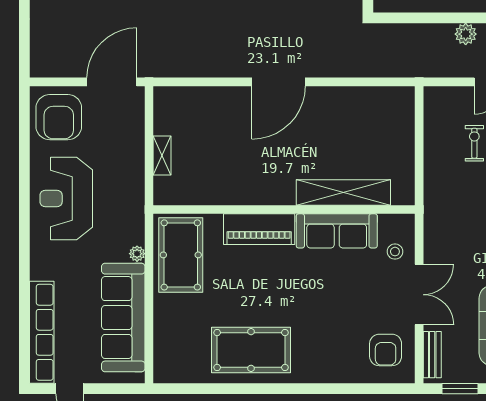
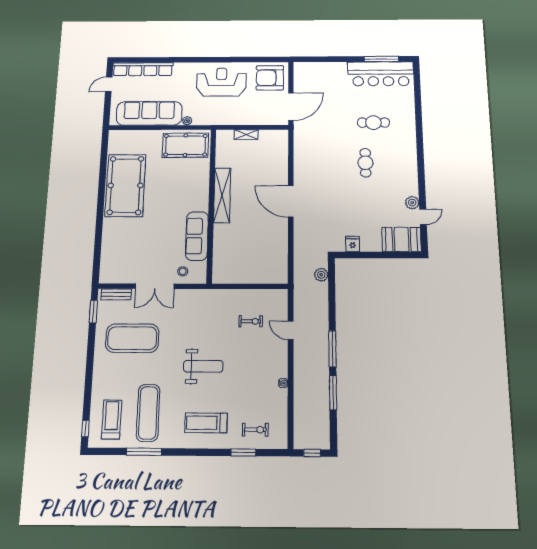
plant: (466, 34) -> (321, 275), moved
door: (112, 82) -> (291, 107), hinge flipped
shelving: (343, 193) -> (222, 195), moved
piano: (259, 229) -> (200, 190), removed
pool table: (251, 350) -> (126, 185), width x1.36, depth x1.32
armchair: (386, 350) -> (121, 266), removed

